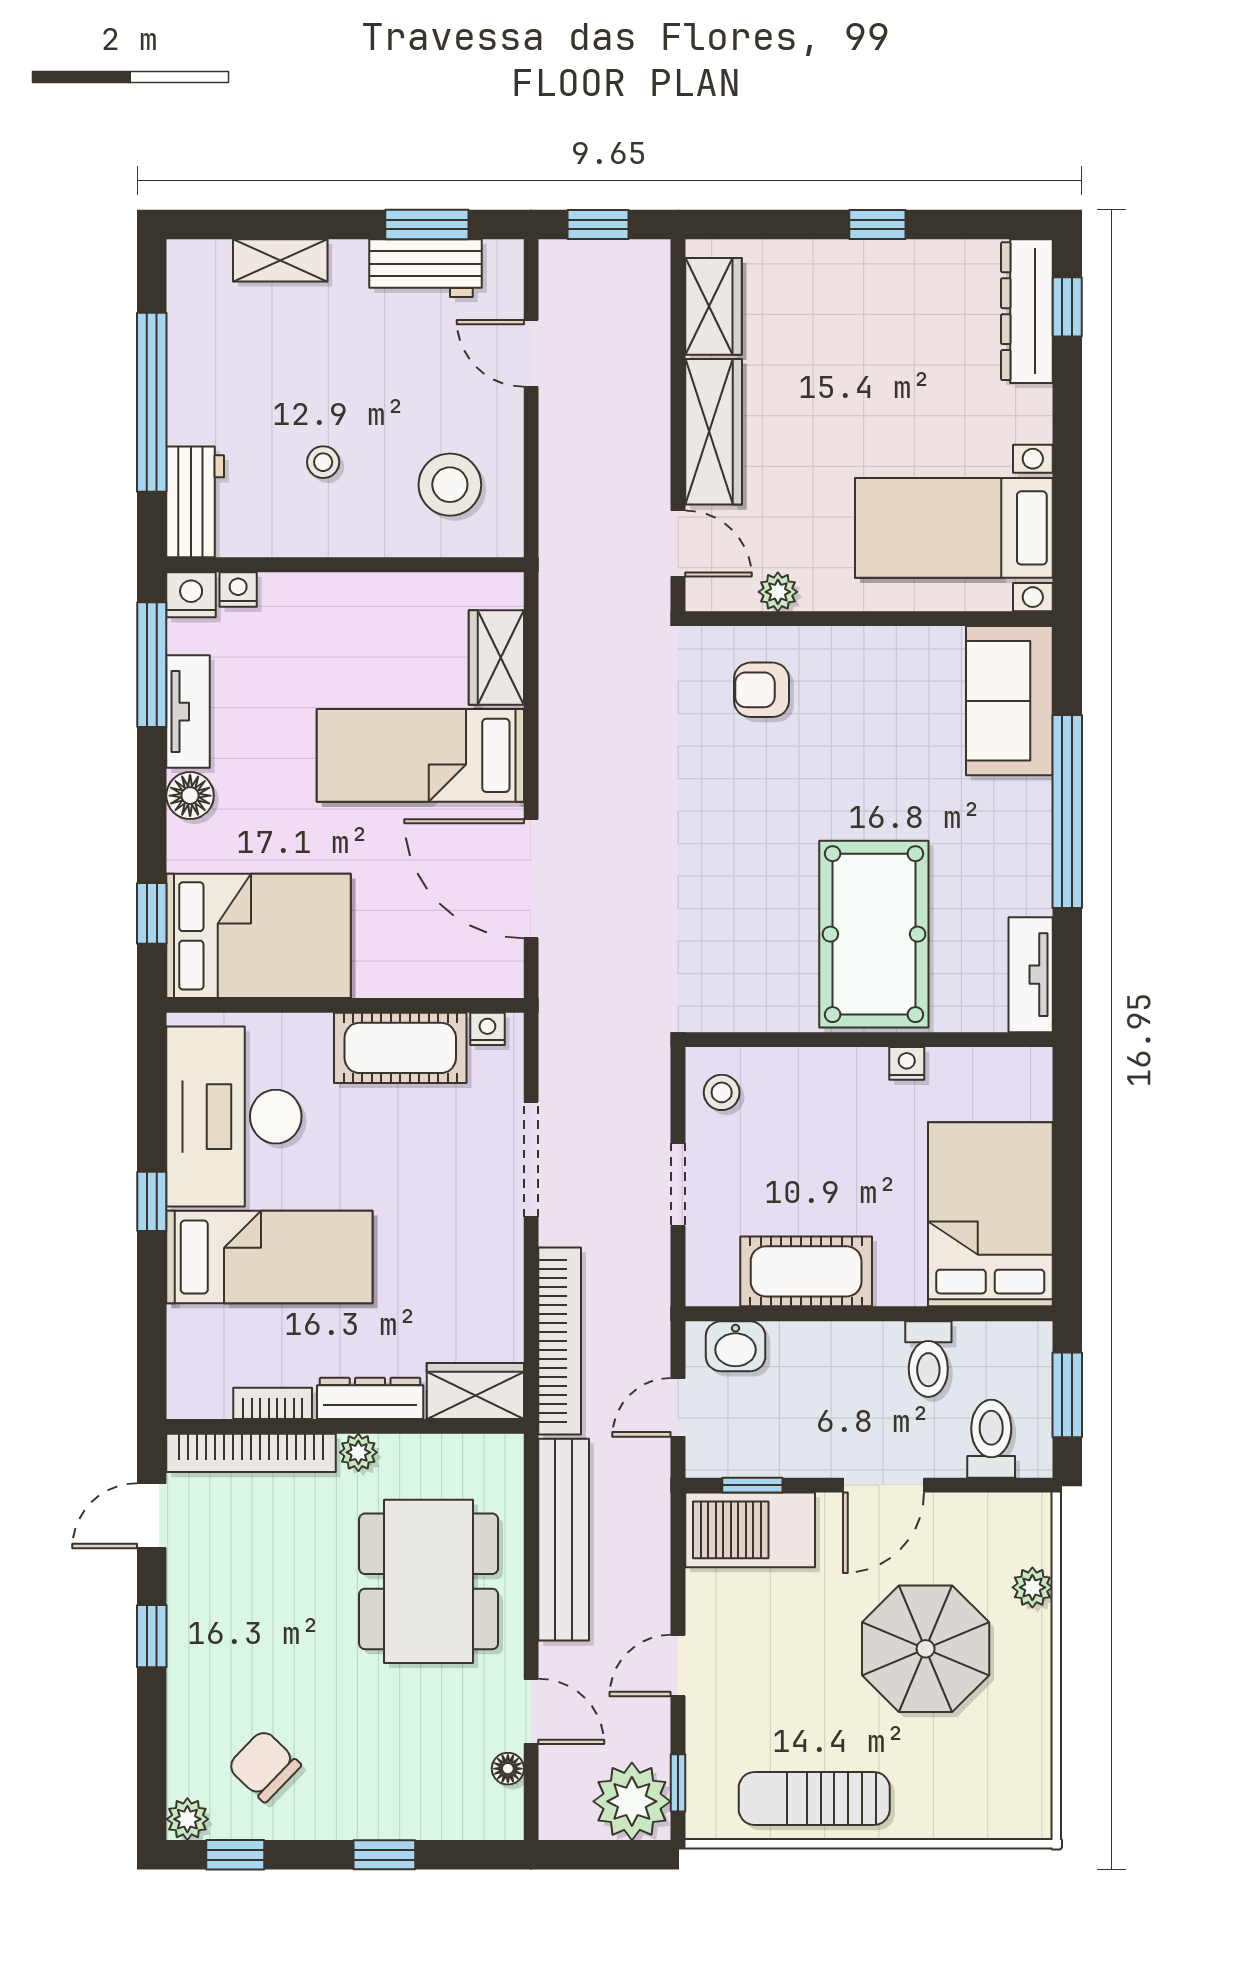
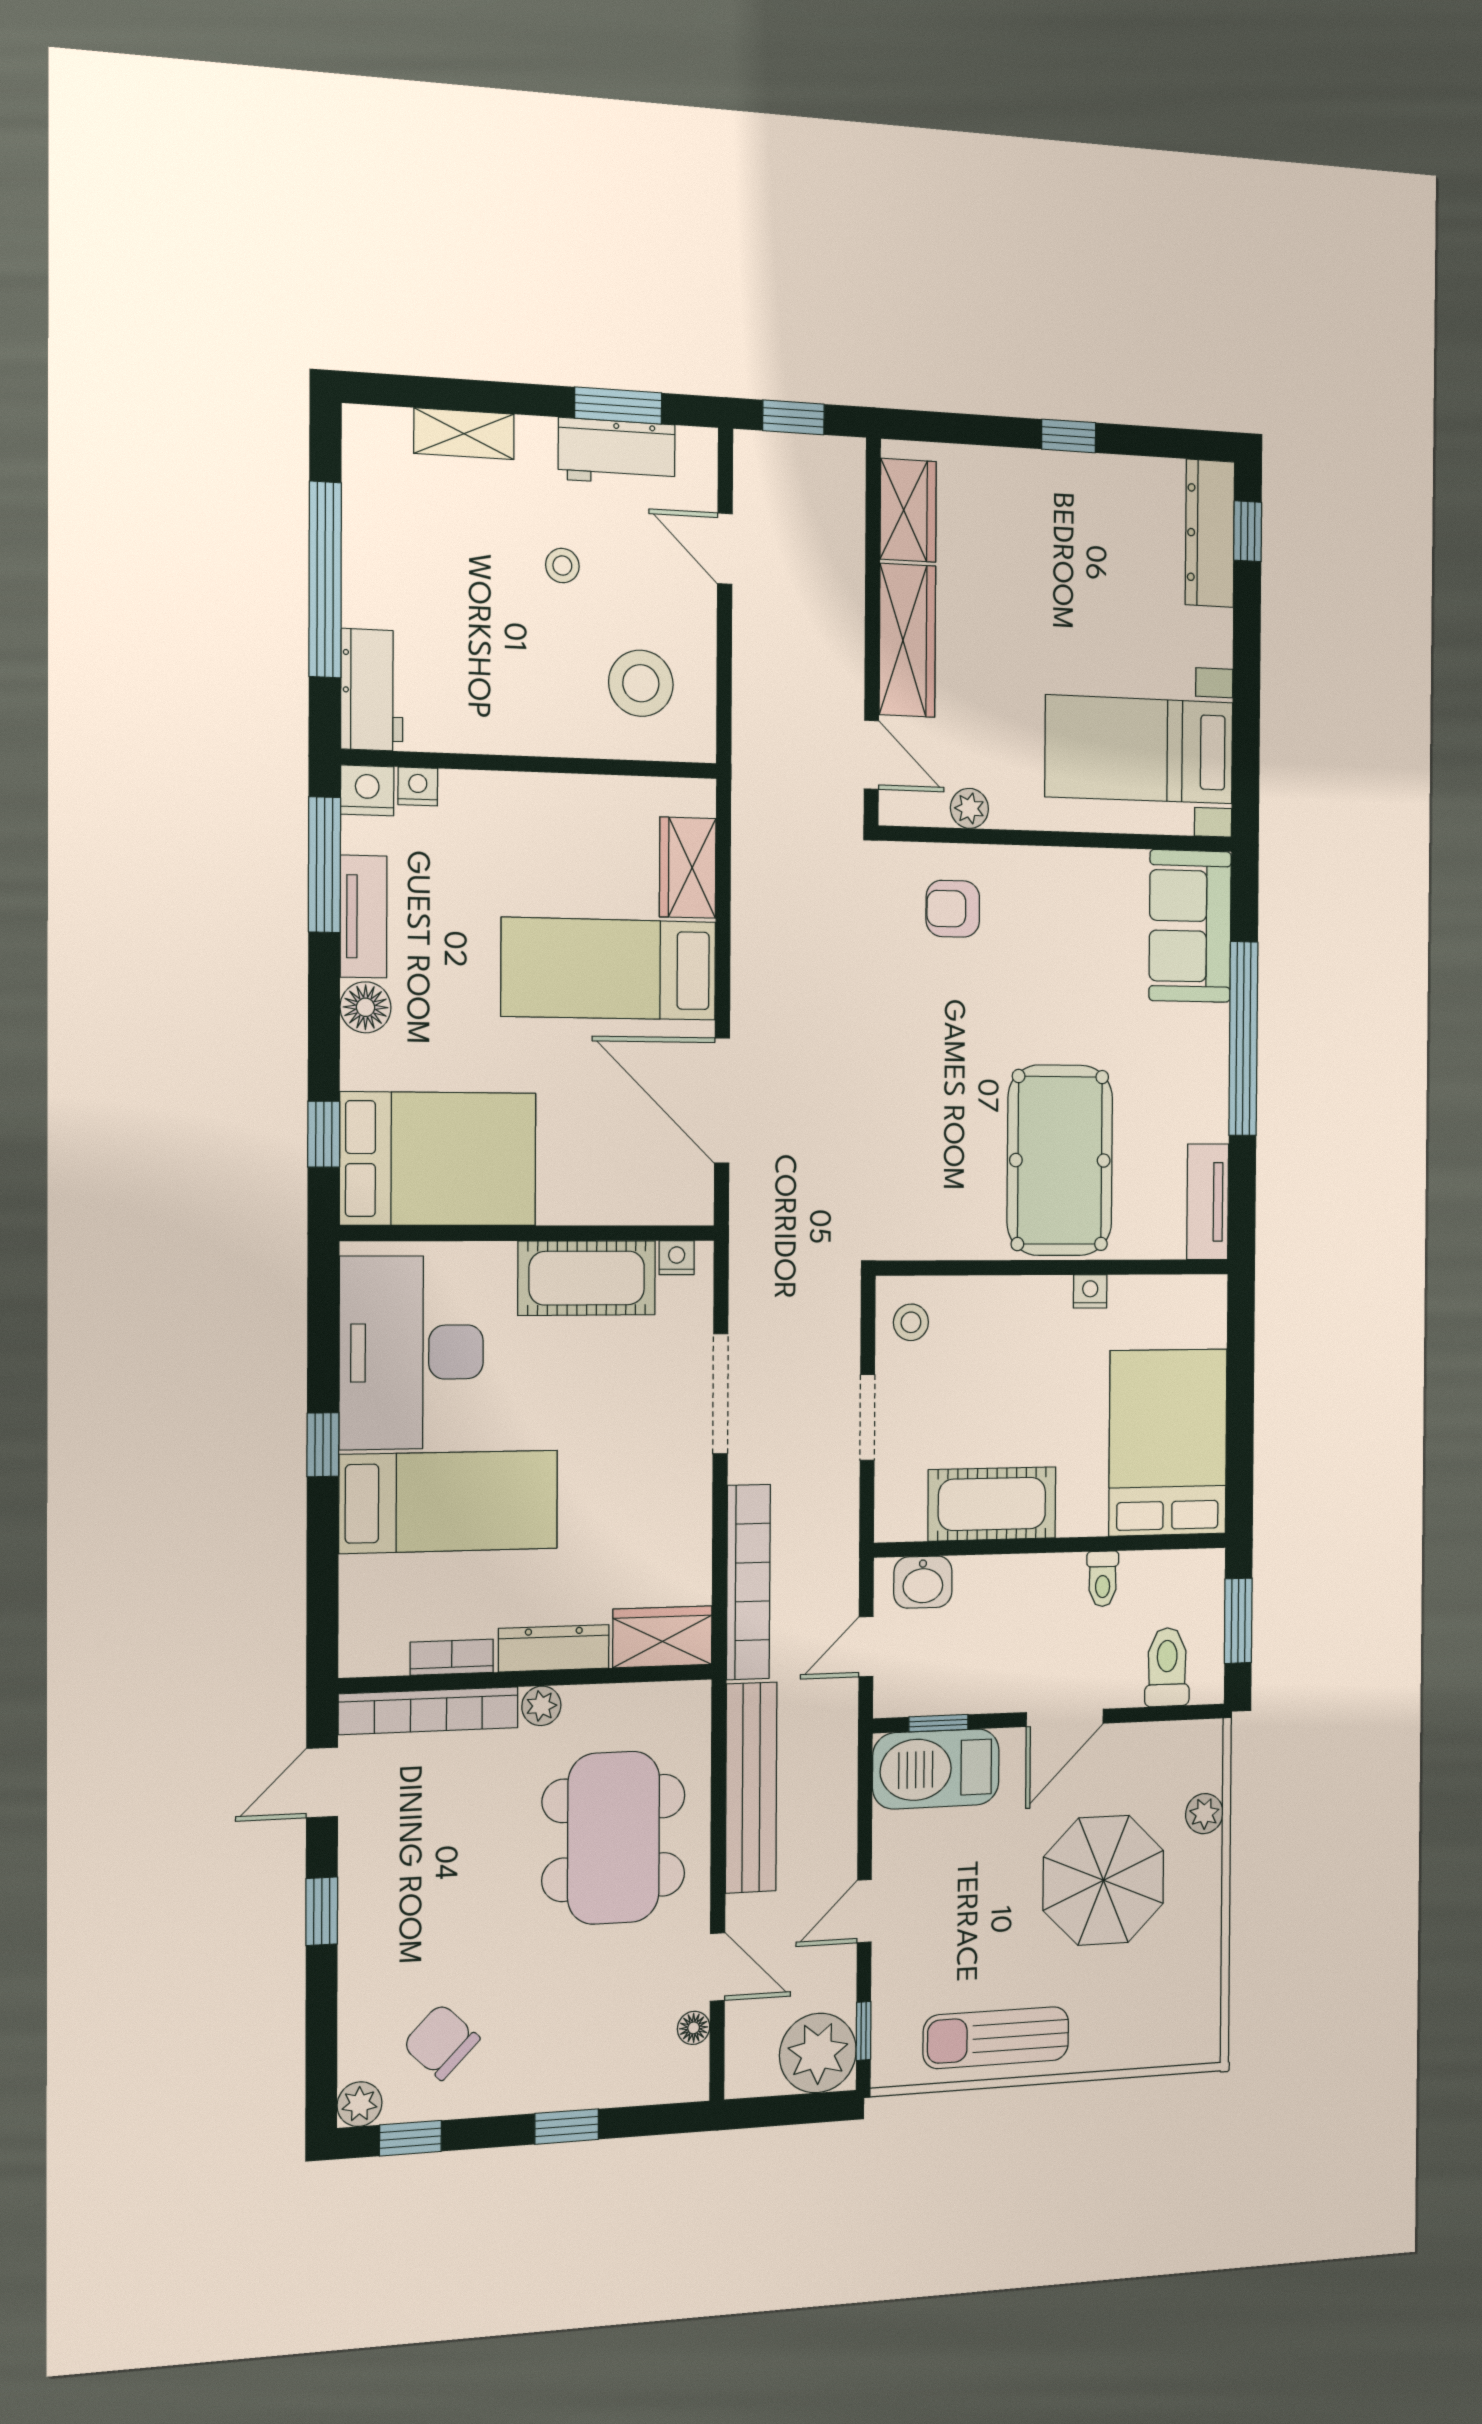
stool: (323, 462) -> (562, 566), moved
toilet: (928, 1359) -> (1103, 1579), width x0.73, depth x0.72

